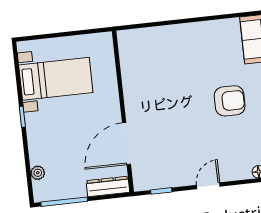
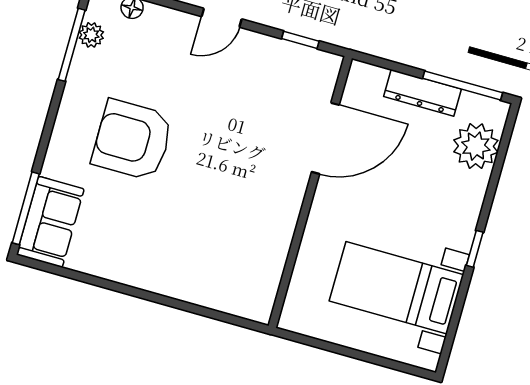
armchair: (230, 101) -> (132, 140), width x1.36, depth x1.36
plant: (38, 173) -> (476, 146), width x1.87, depth x1.87
dresser: (108, 186) -> (423, 93), moved

